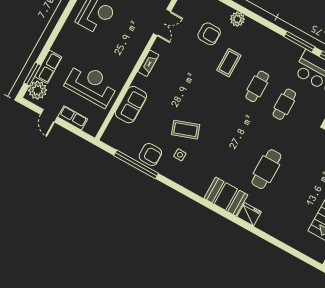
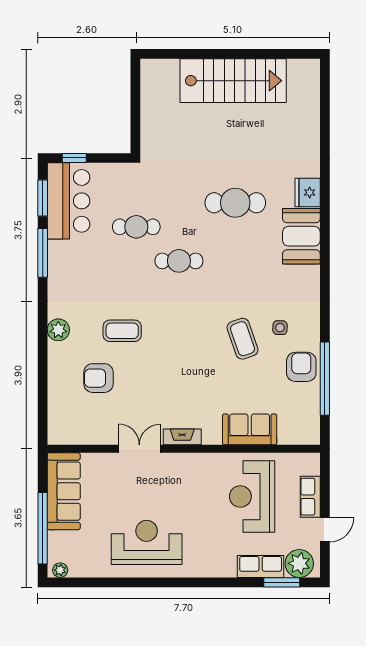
plant: (237, 19) -> (58, 330), moved
double door: (162, 23) -> (139, 449), moved
armchair: (209, 34) -> (98, 378), turned -90
cafe table: (257, 86) -> (179, 261), moved

